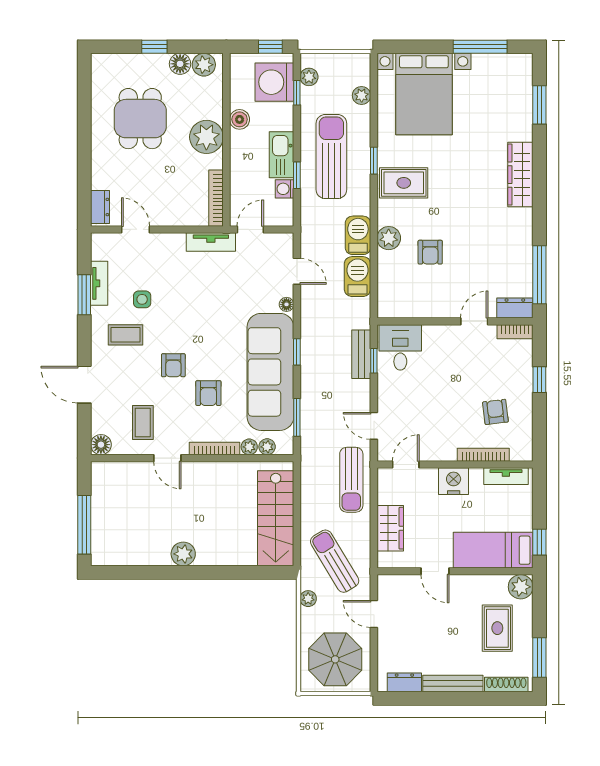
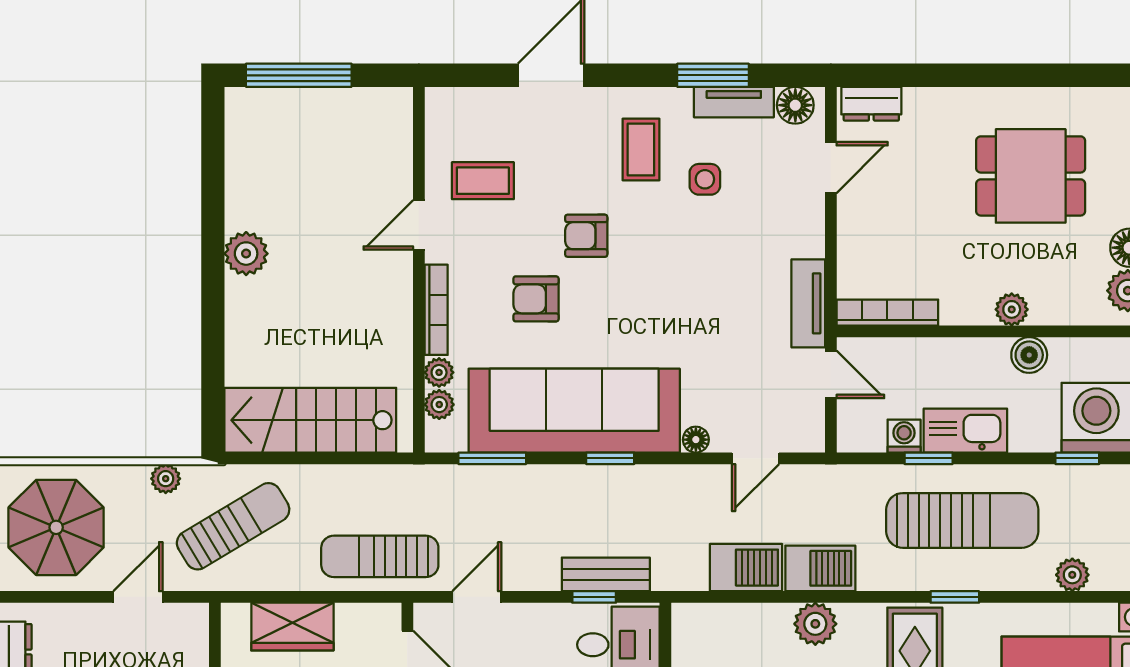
plant: (309, 77) -> (1106, 480), removed
plant: (206, 137) -> (1012, 309), width x0.53, depth x0.53
floor lamp: (101, 445) -> (795, 105), moved

